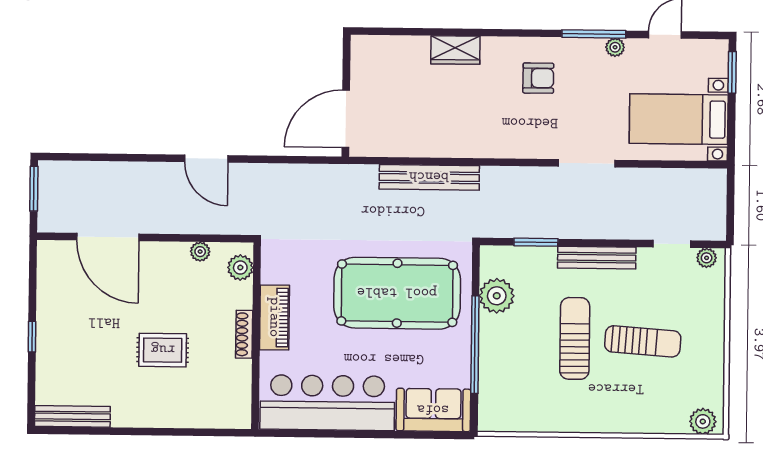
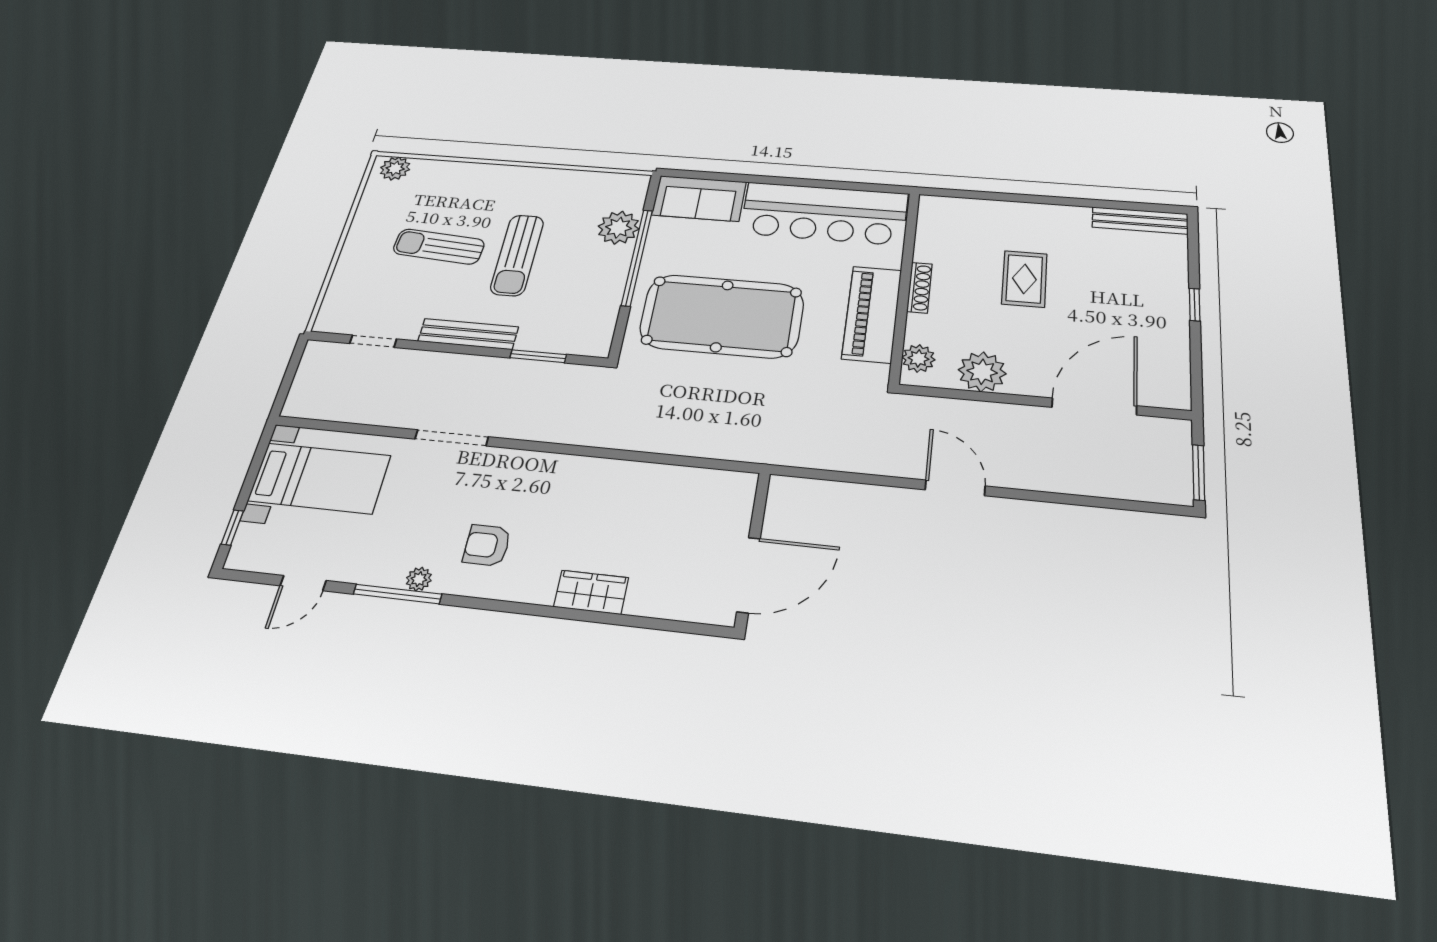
plant: (615, 47) -> (419, 579), moved
window: (732, 72) -> (232, 528), width x0.67
door: (346, 119) -> (749, 575), moved
bench: (429, 177) -> (658, 439), removed
door: (108, 237) -> (1094, 407), hinge flipped
plant: (200, 252) -> (982, 372), width x1.88, depth x1.88
plant: (707, 258) -> (337, 324), removed
plant: (497, 296) -> (619, 228), moved
piano: (275, 317) -> (872, 314), width x1.37, depth x1.33
rug: (163, 350) -> (1024, 279), turned 90

